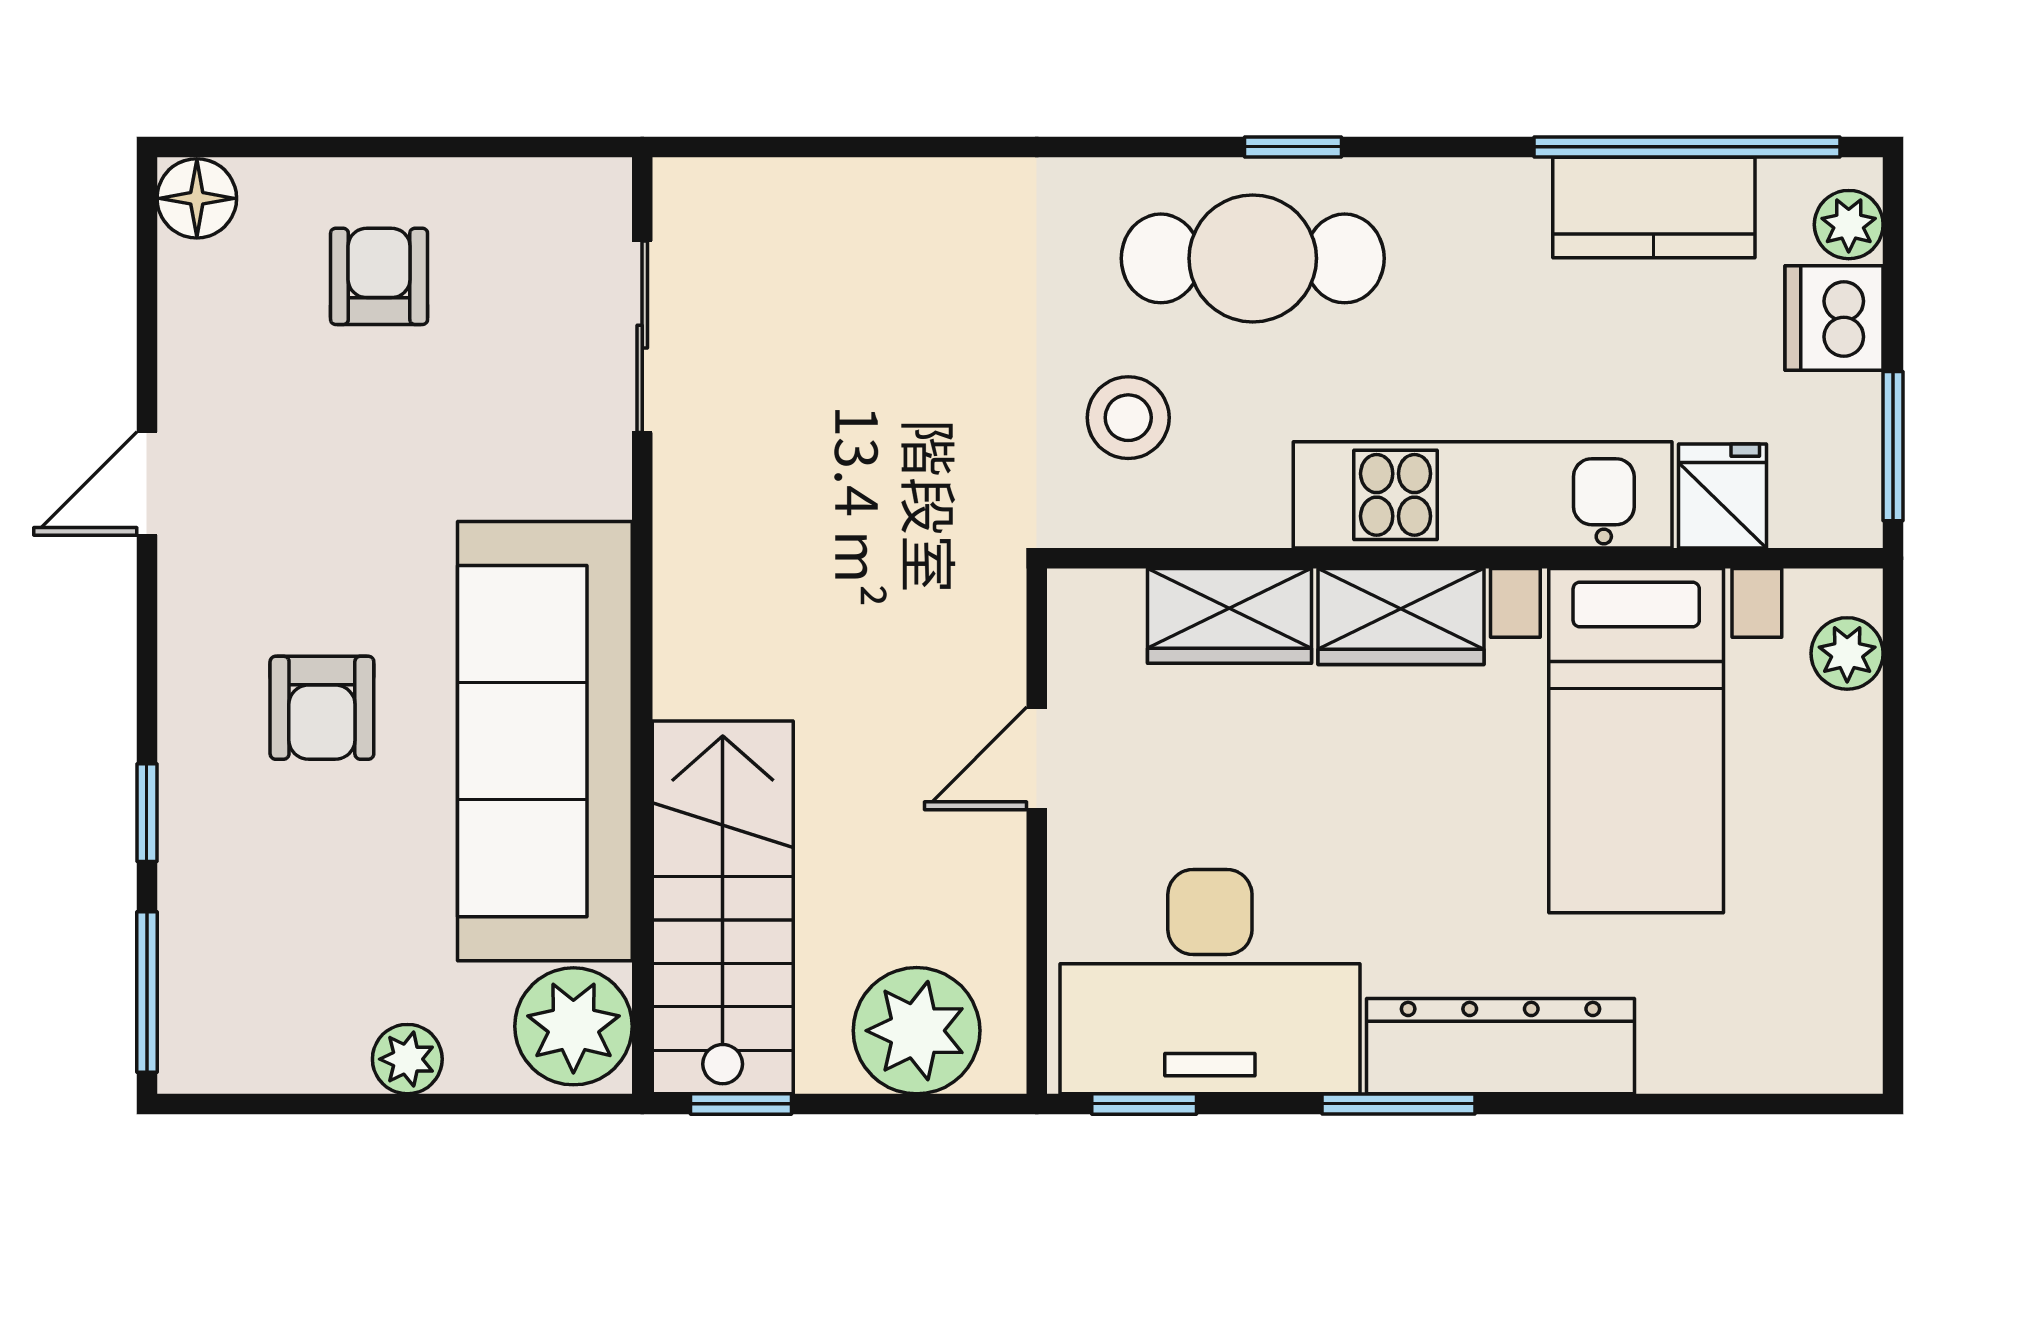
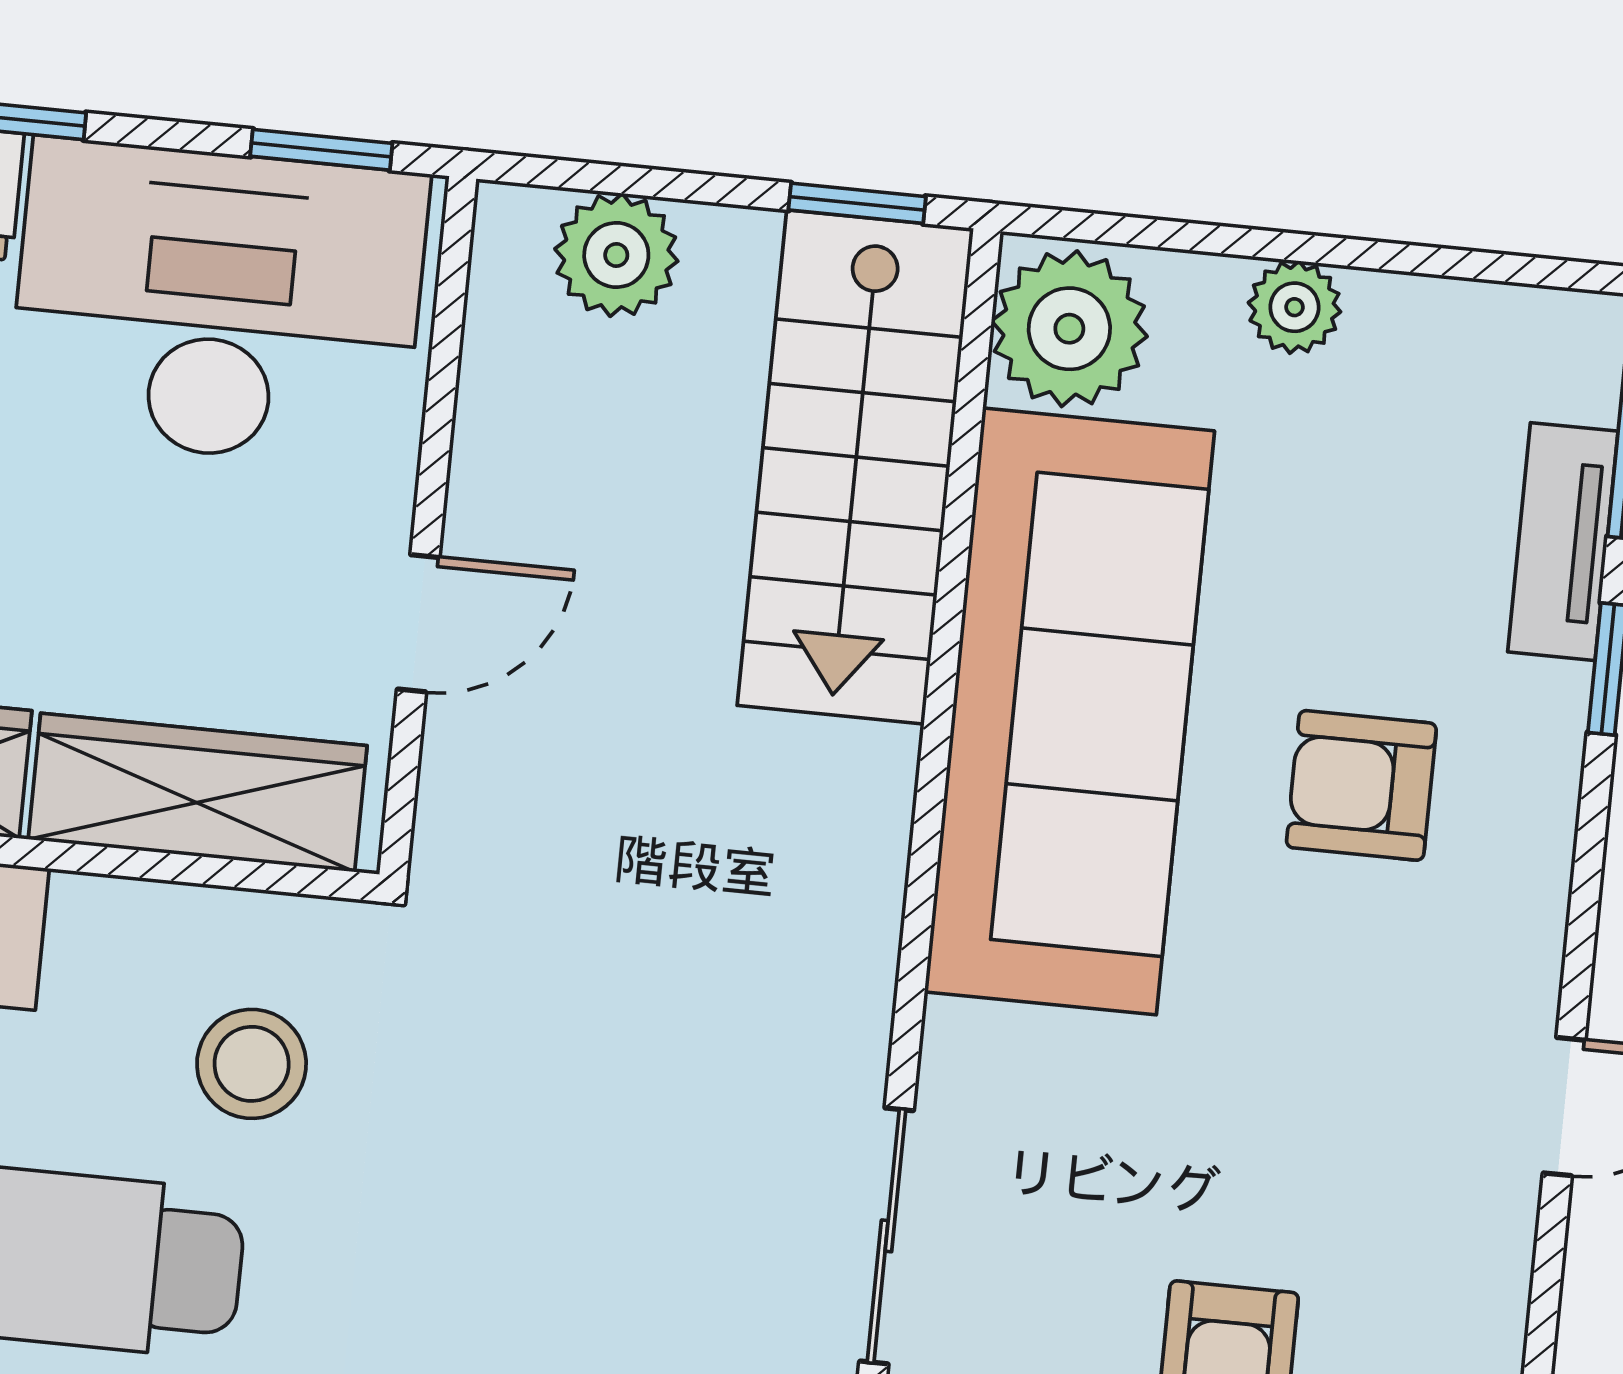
wardrobe: (1230, 616) -> (198, 792), width x1.50
armchair: (322, 708) -> (1361, 785), turned -90
tv unit: (190, 904) -> (1563, 542), added
plant: (917, 1031) -> (616, 255), width x0.73, depth x0.73

